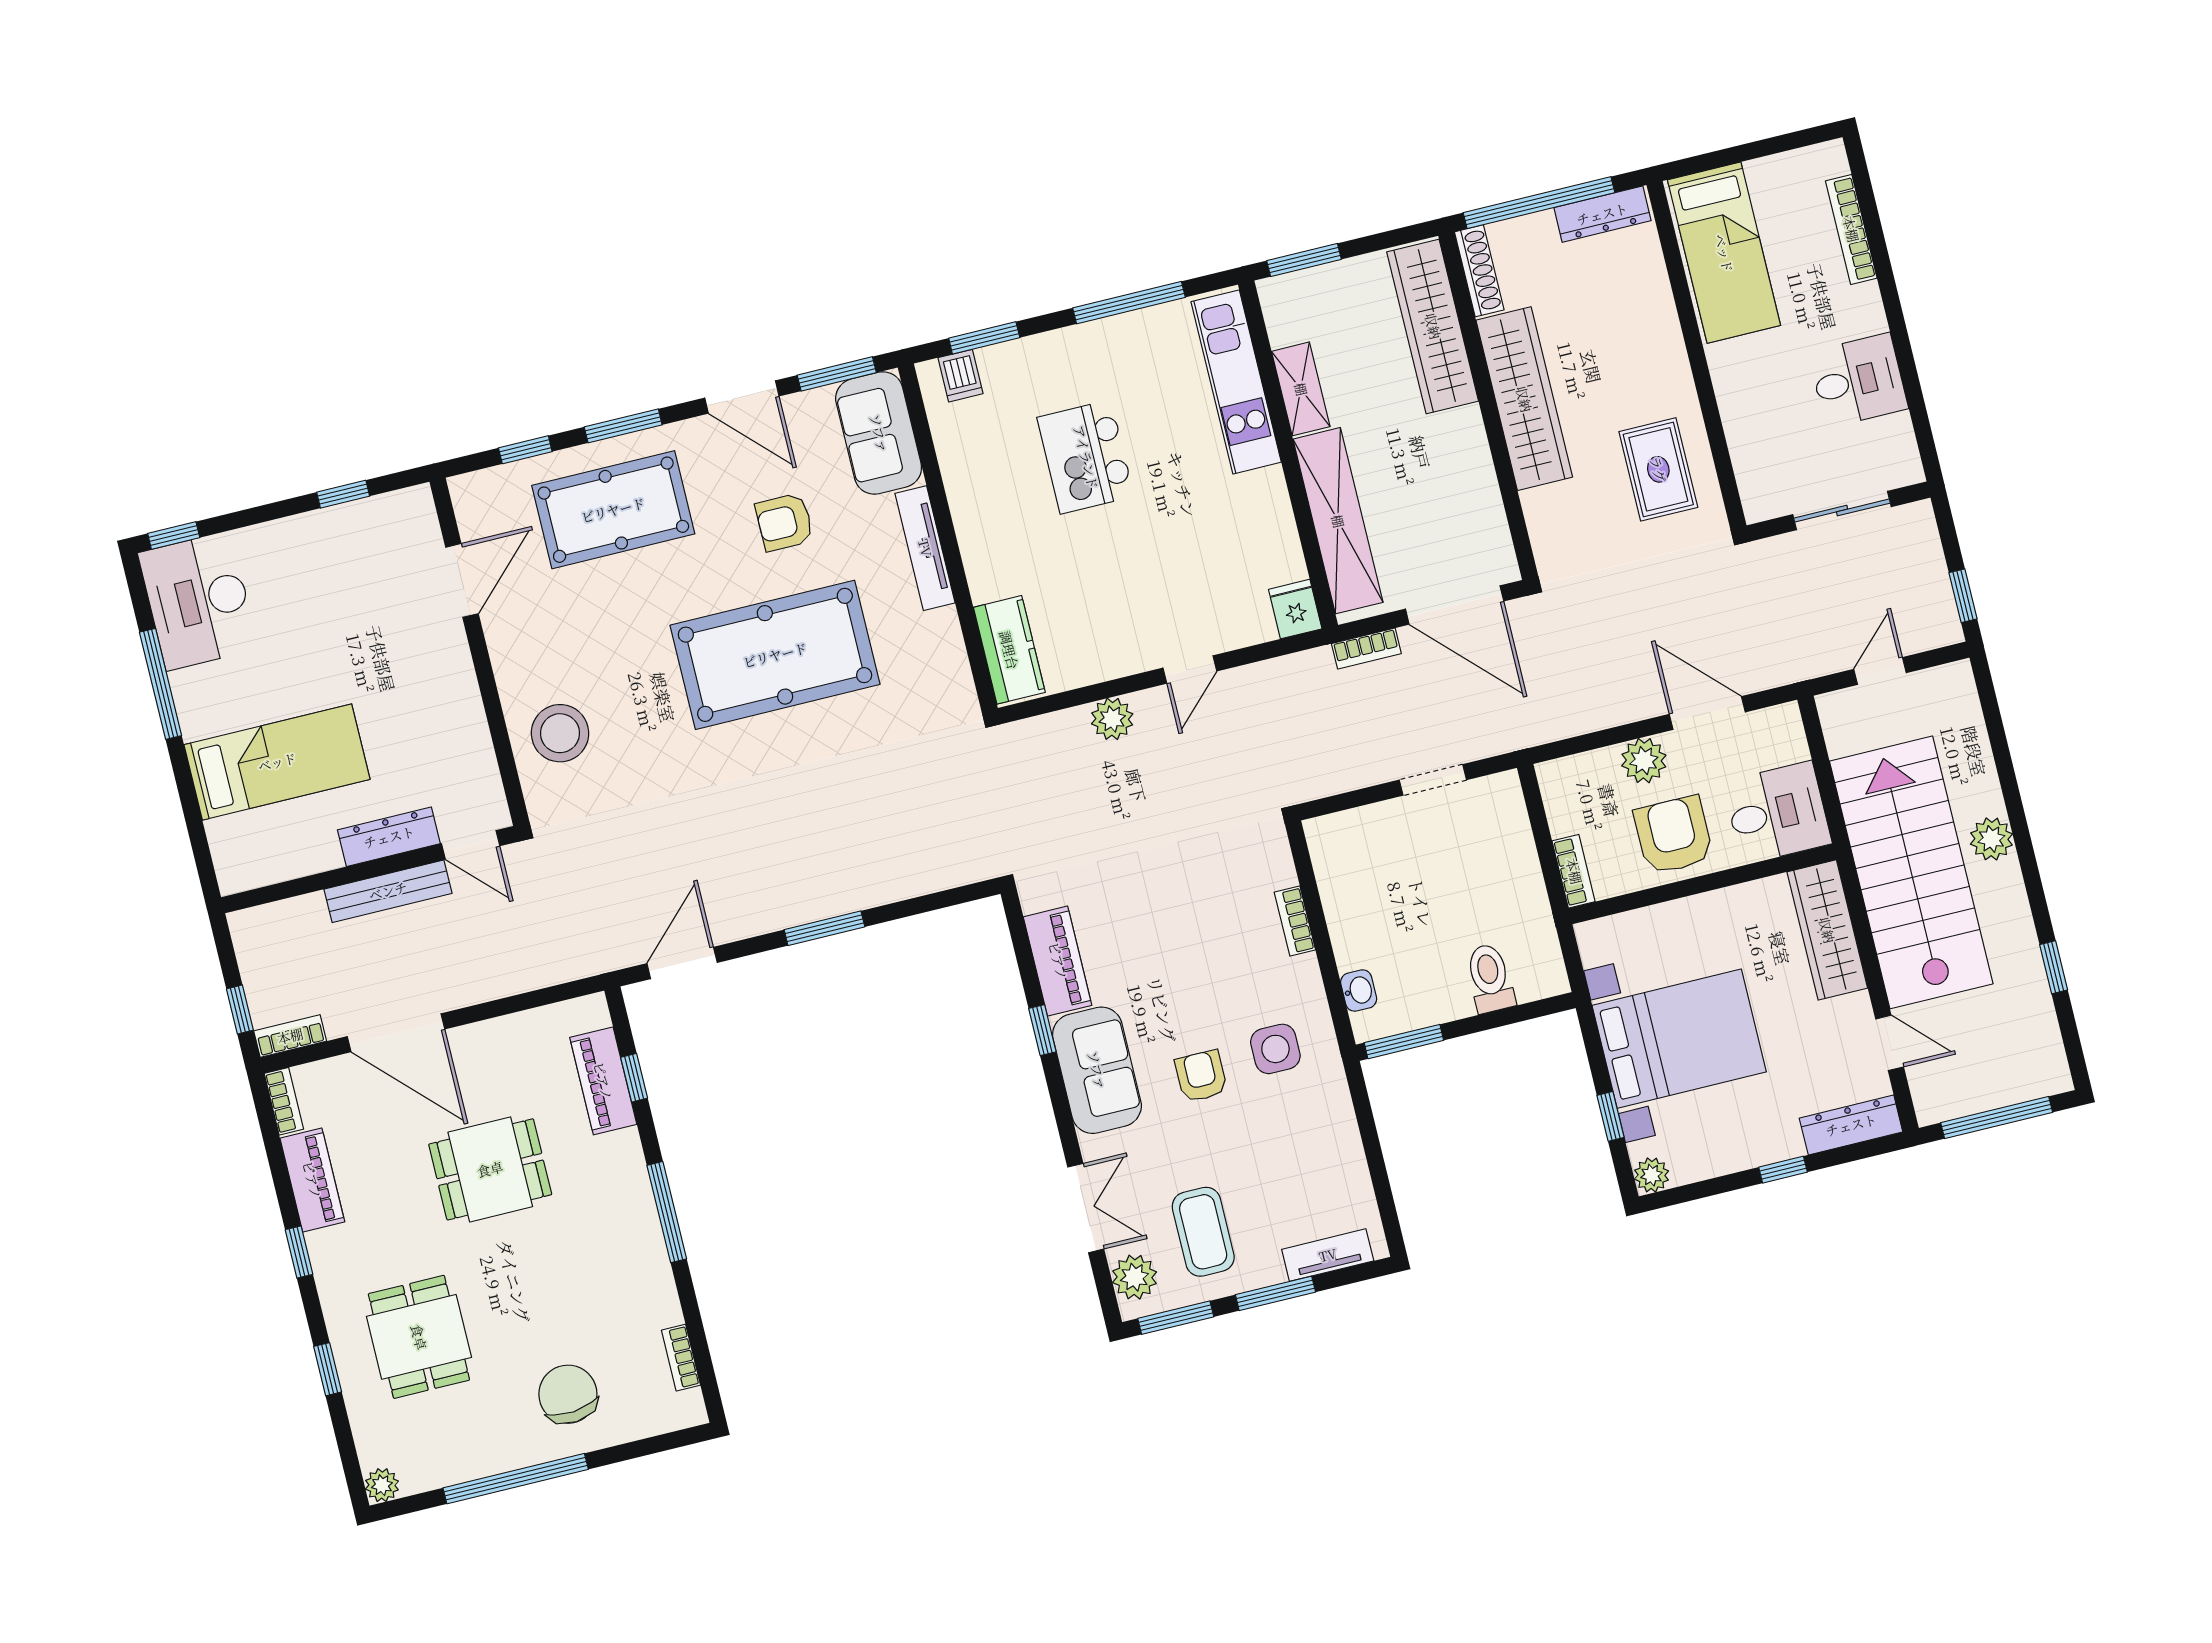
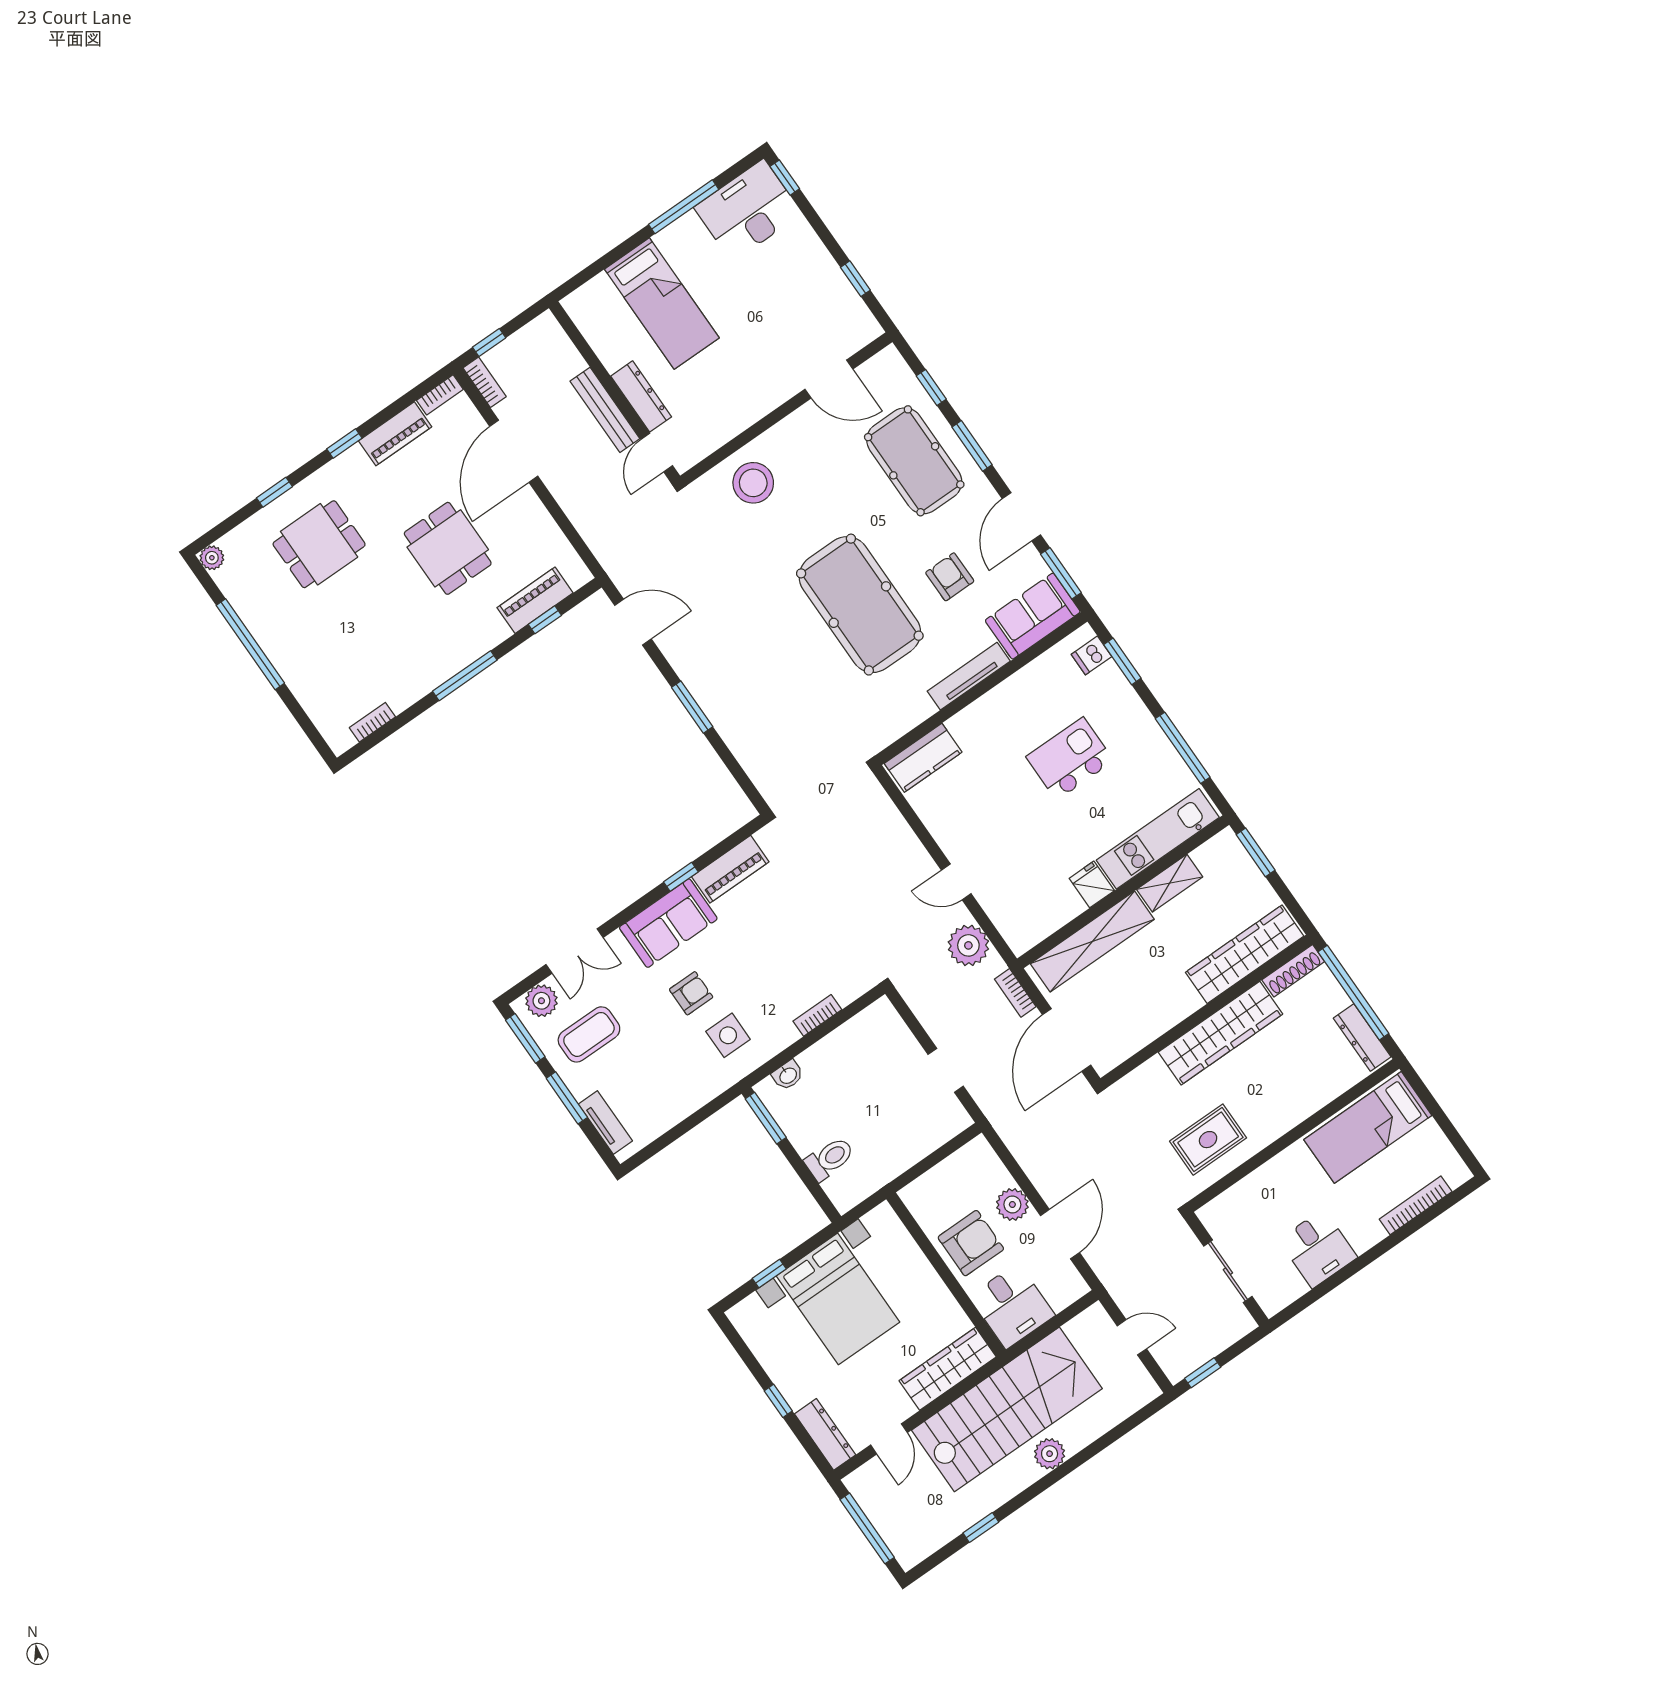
fridge: (1295, 609) -> (1092, 884), moved, turned -90
plant: (1112, 719) -> (968, 945), moved, width x1.36, depth x1.36
bookcase: (1574, 871) -> (921, 1186), removed
plant: (1652, 1175) -> (741, 1316), removed
chair: (568, 1394) -> (319, 657), removed

